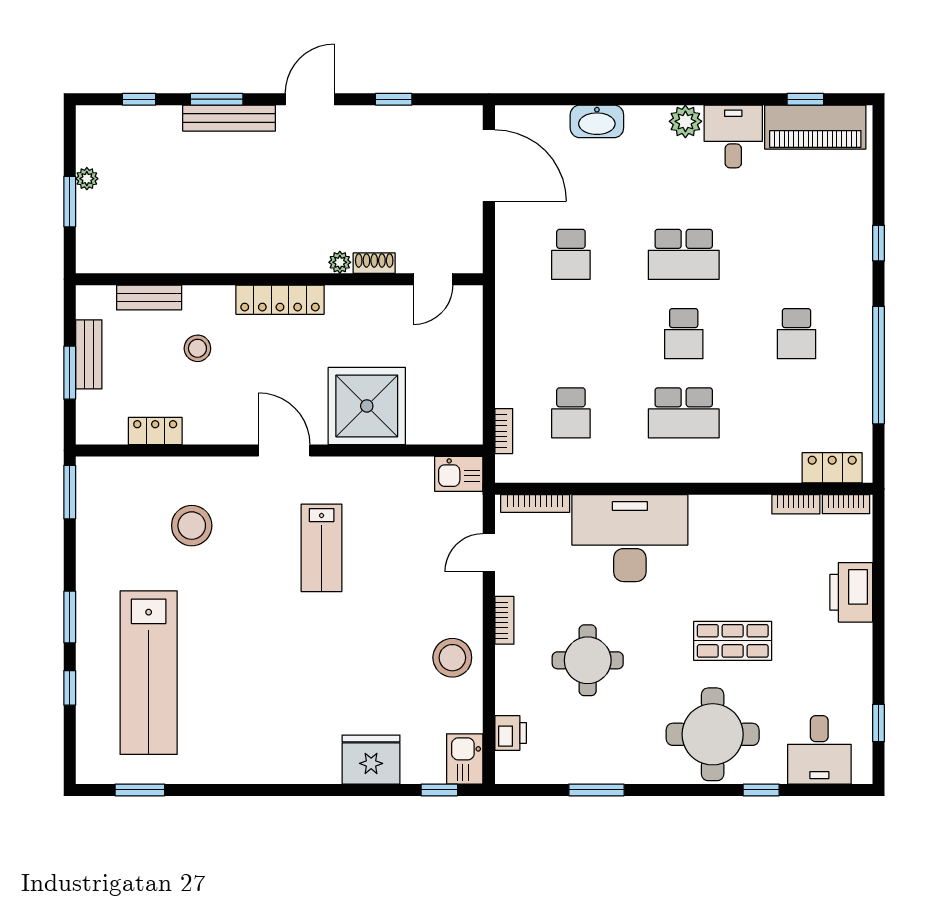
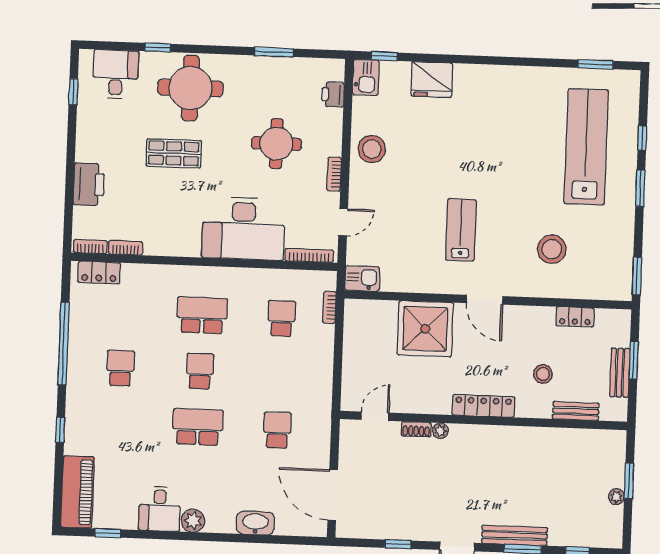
piano: (815, 127) -> (78, 492), moved, turned 90

